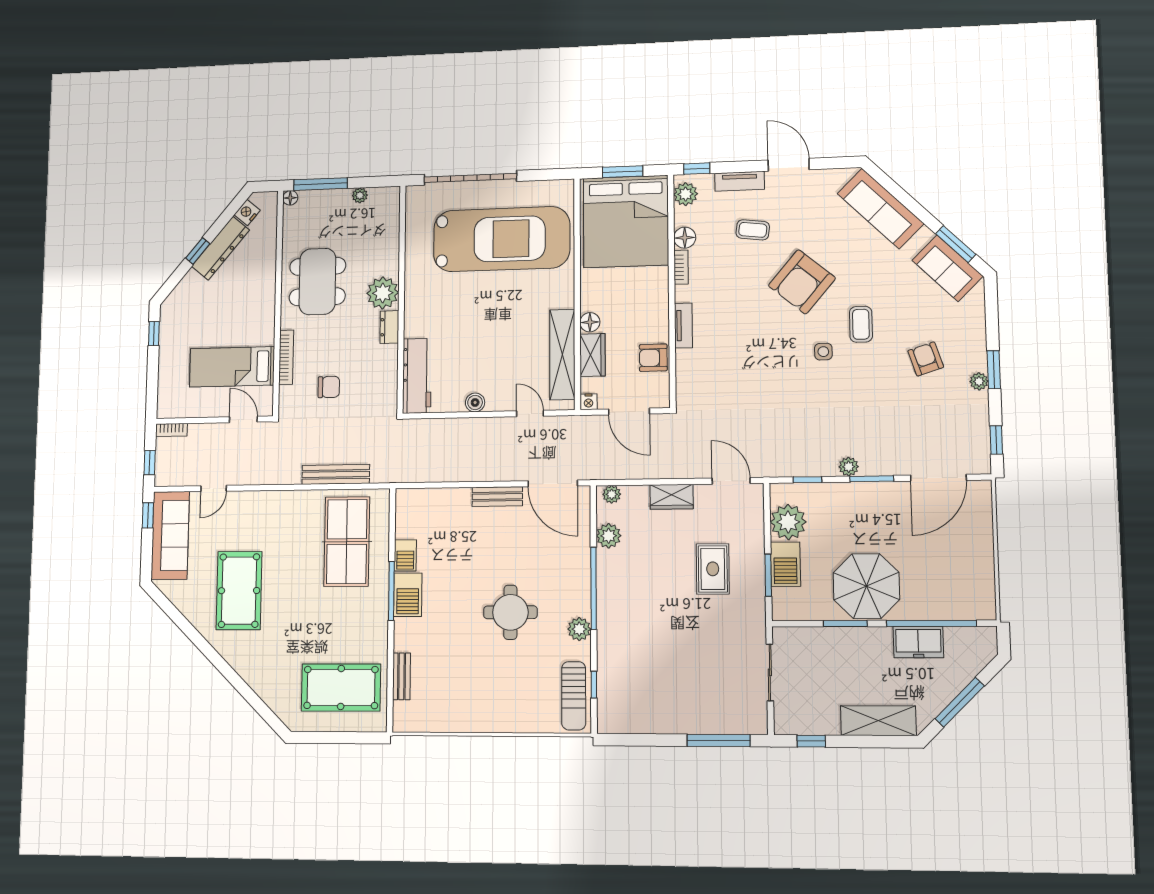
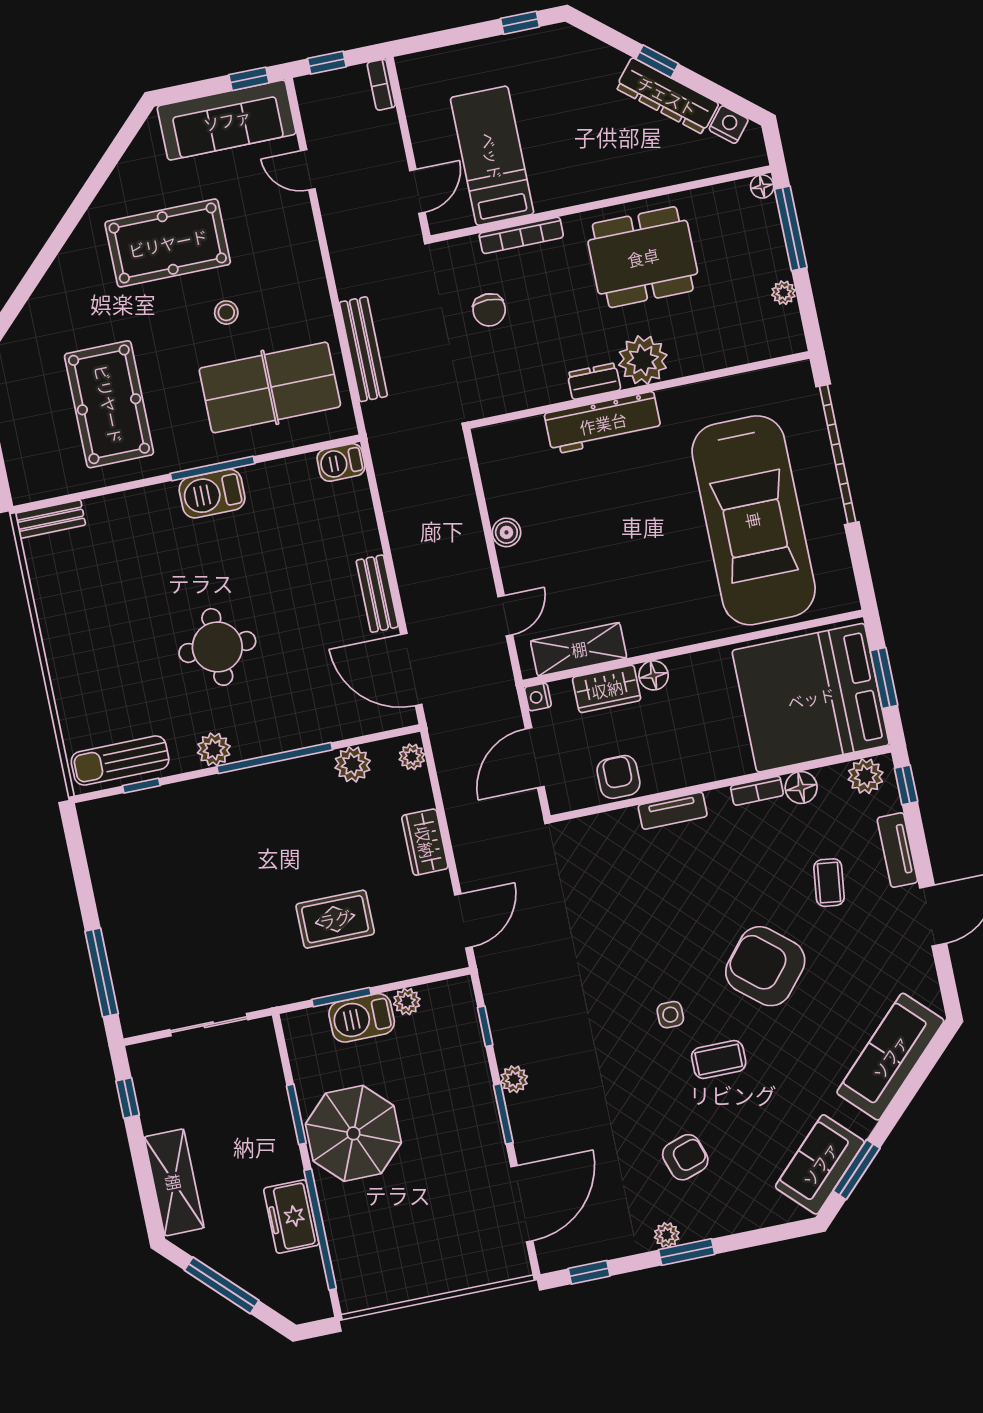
shelving: (562, 354) -> (579, 649), width x0.68
workbench: (417, 376) -> (603, 423), moved
door: (938, 478) -> (522, 1204), swing flipped
door: (553, 483) -> (411, 669), hinge flipped
plant: (788, 522) -> (407, 1002), width x0.53, depth x0.53
barbecue: (405, 555) -> (341, 462), moved
stool: (292, 561) -> (226, 313), added
bench: (401, 676) -> (50, 519), moved
pool table: (341, 687) -> (109, 404), moved

